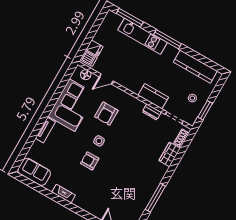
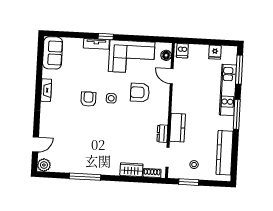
fridge: (94, 48) -> (215, 52), moved
window: (43, 119) -> (106, 37), added

